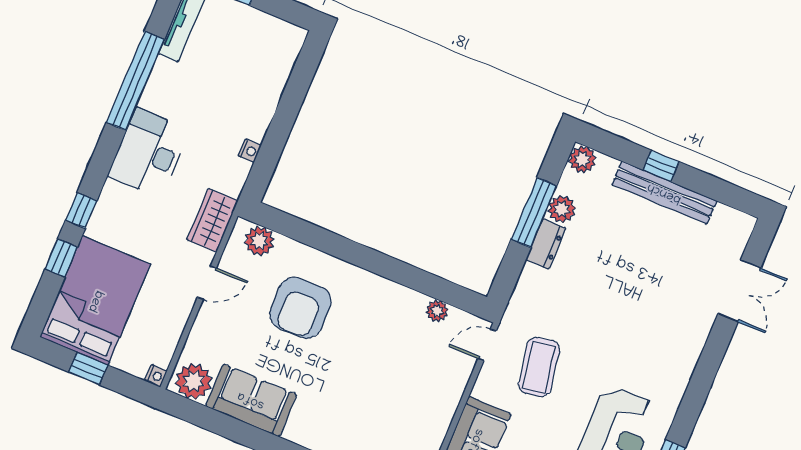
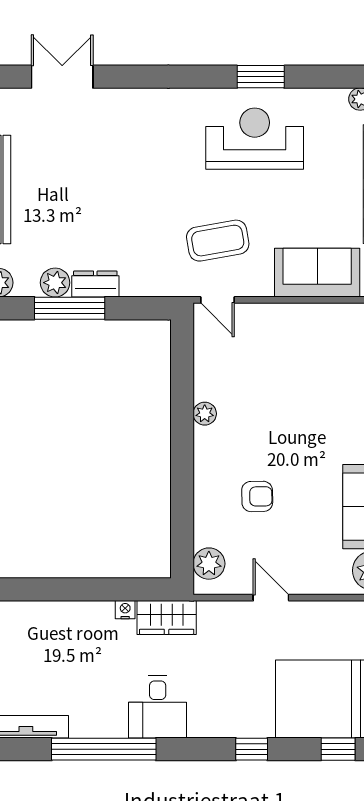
desk: (149, 153) -> (158, 707), width x0.73
wardrobe: (213, 220) -> (167, 617), moved
window: (61, 258) -> (338, 749), moved
armchair: (300, 308) -> (257, 496), width x0.53, depth x0.53
plant: (437, 311) -> (205, 414), moved

